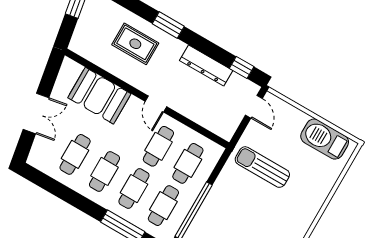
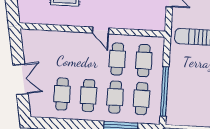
booth: (99, 96) -> (58, 45), removed

